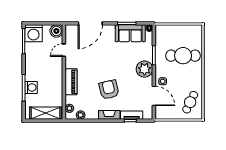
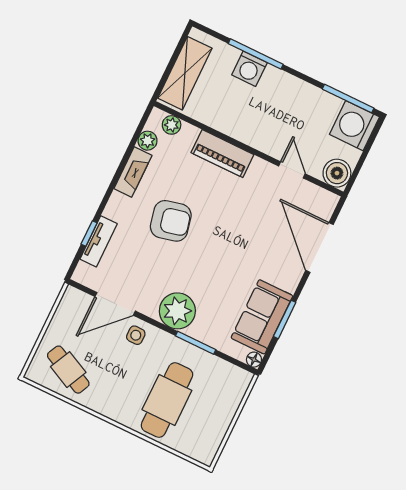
fireplace: (109, 115) -> (133, 172), moved

